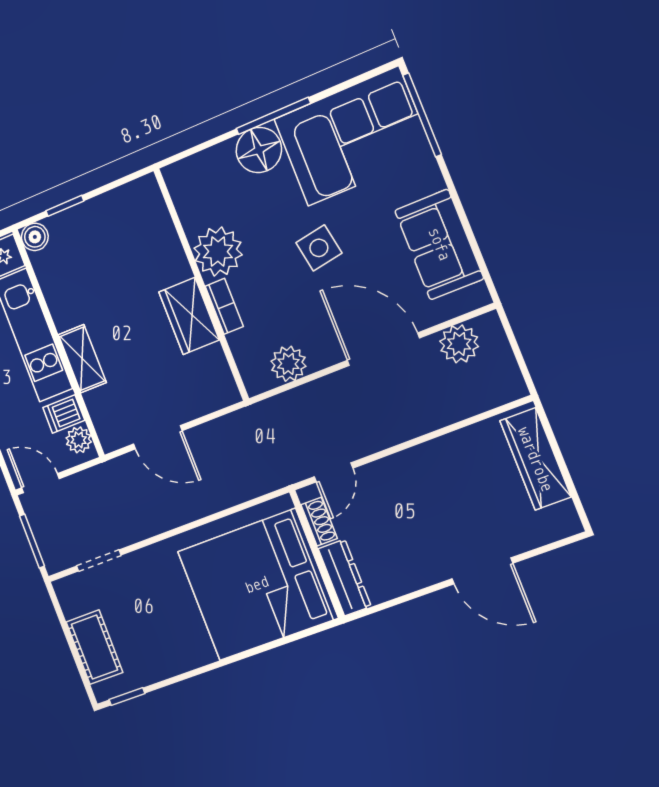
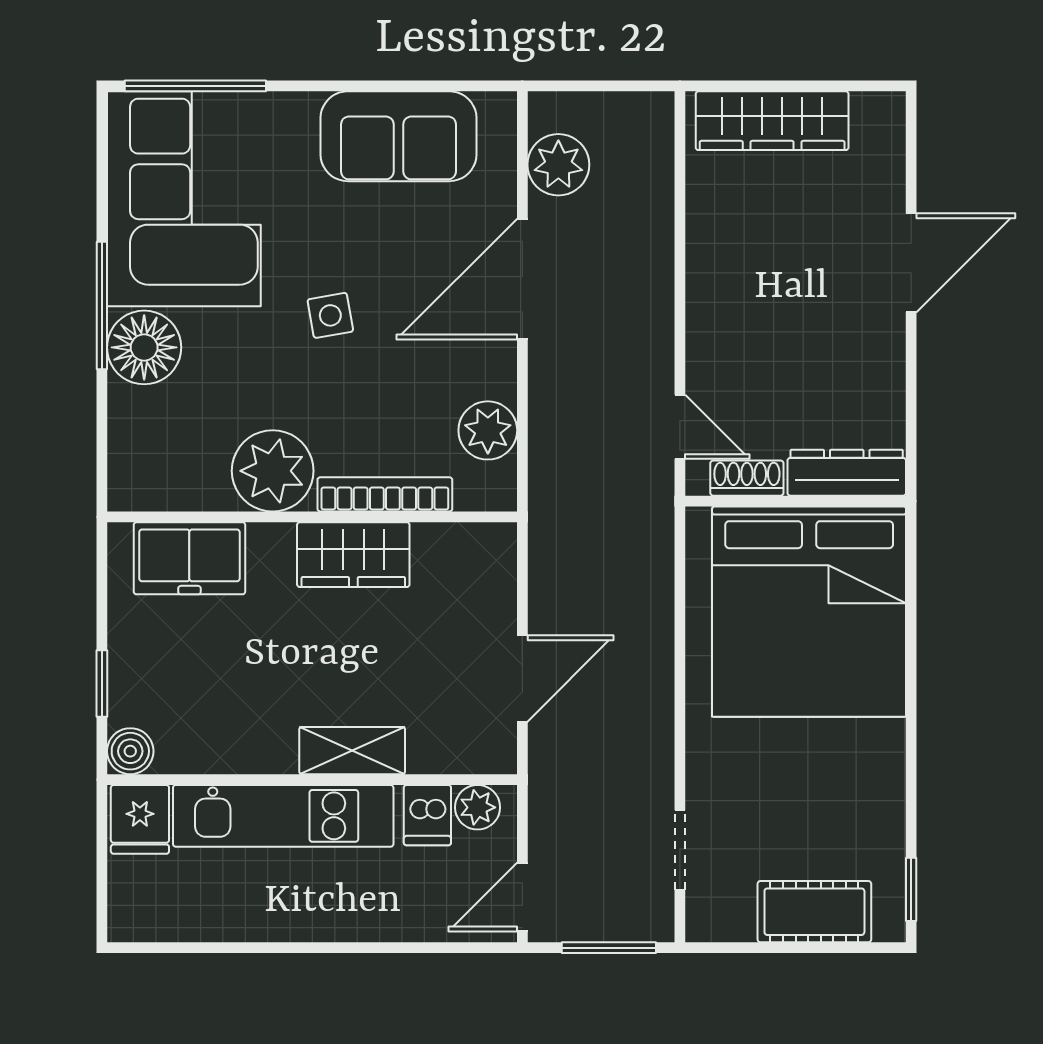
freezer: (151, 225) -> (189, 558), added
side table: (319, 248) -> (330, 315), width x0.73, depth x0.73
bookcase: (224, 306) -> (385, 494), width x1.56

